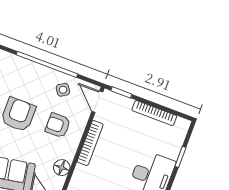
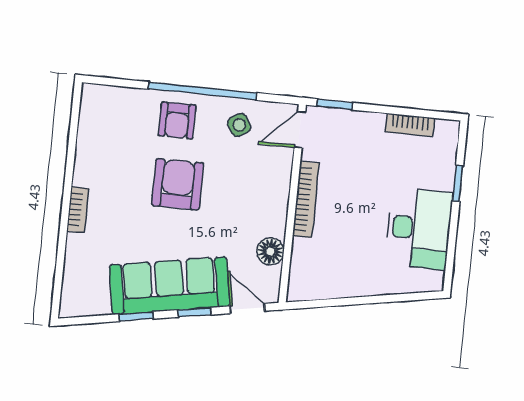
door: (97, 102) -> (300, 130), hinge flipped
bookcase: (154, 113) -> (410, 125), width x0.64
armchair: (58, 125) -> (177, 120), moved, turned -90

